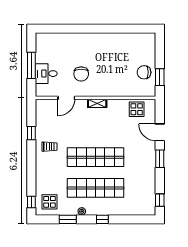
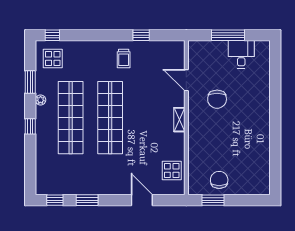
desk: (46, 74) -> (241, 54), moved
chair: (81, 74) -> (217, 99), turned -90
door: (160, 132) -> (142, 200), hinge flipped
window: (160, 159) -> (87, 200), moved

